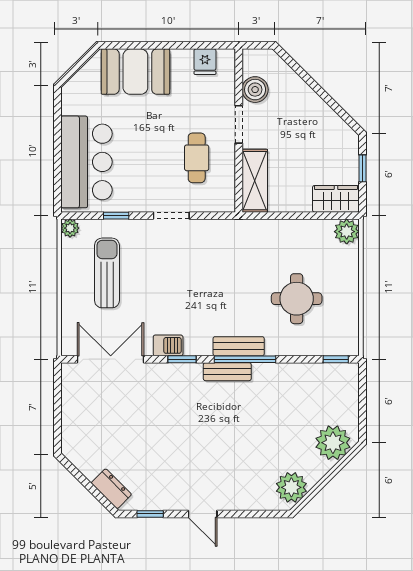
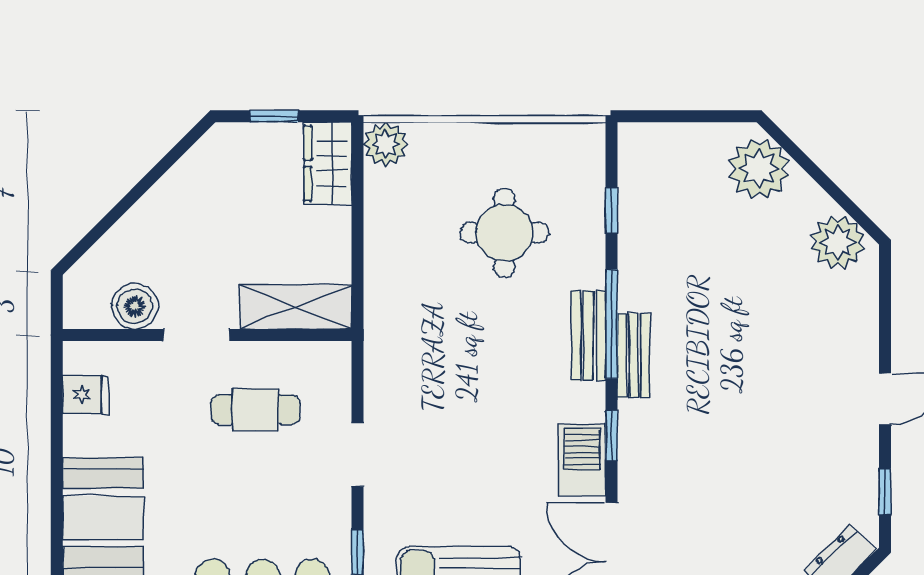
barbecue: (168, 345) -> (582, 460), width x1.38, depth x1.27
window: (336, 359) -> (611, 211), moved

